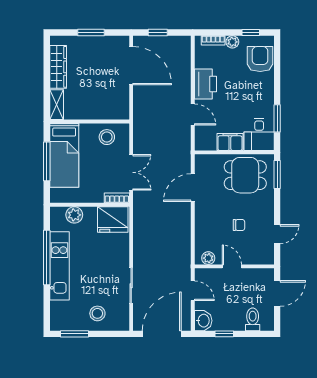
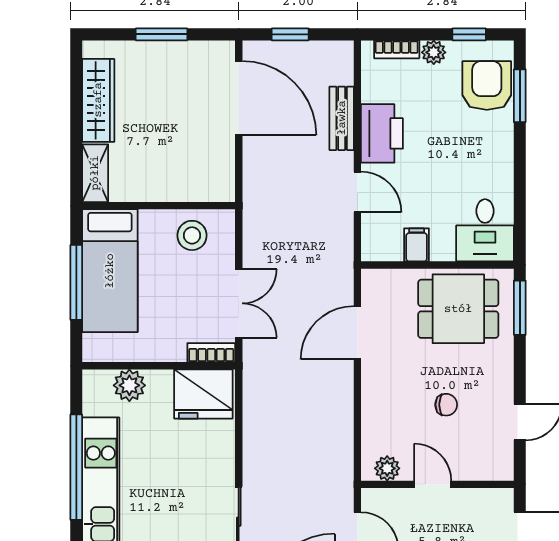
bench: (185, 76) -> (342, 118), added
window: (277, 118) -> (520, 96), moved
filing cabinet: (230, 142) -> (417, 245), width x0.50

